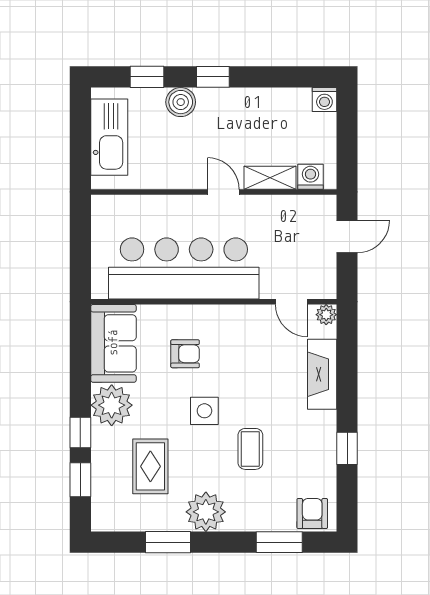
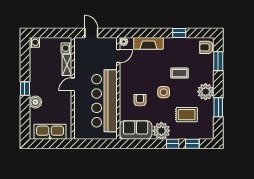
window: (147, 77) -> (25, 116), removed

